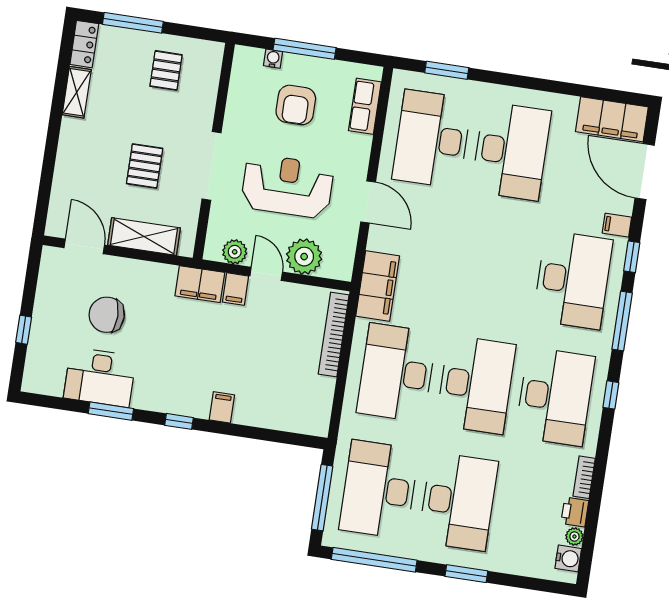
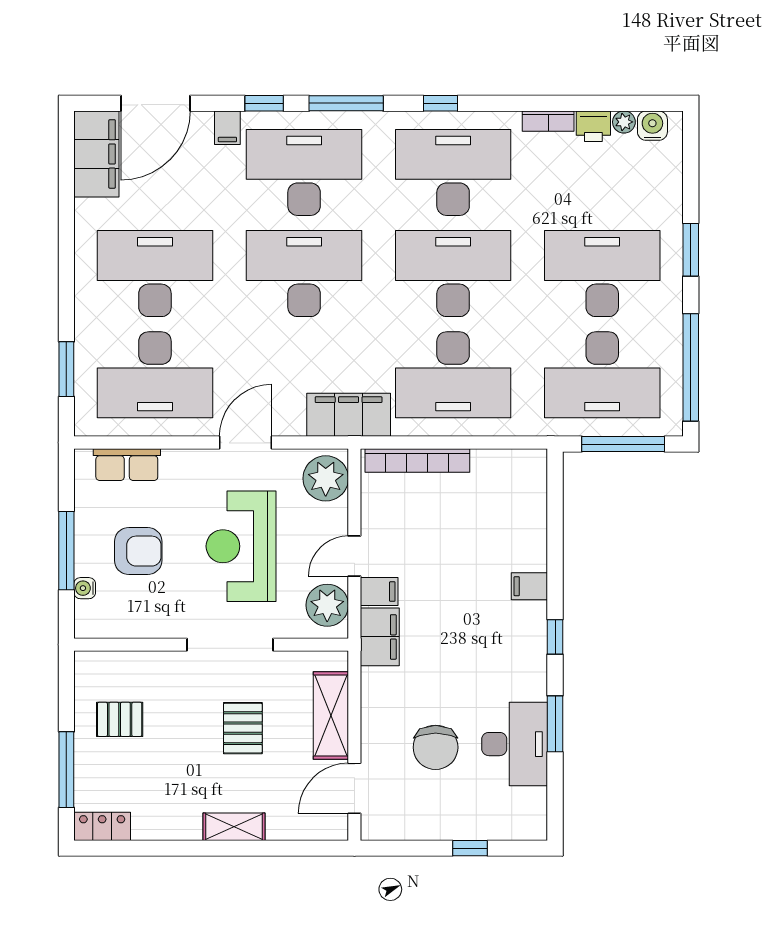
shelving: (77, 92) -> (234, 827), moved
pallet: (145, 166) -> (243, 728), turned 90
plant: (235, 252) -> (327, 605), width x1.36, depth x1.36
plant: (304, 257) -> (326, 478), moved
desk: (494, 268) -> (304, 274), added

